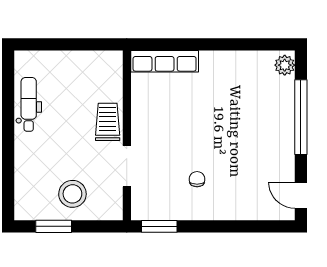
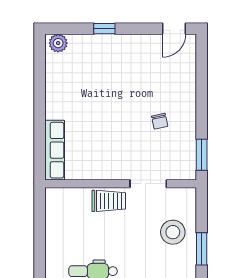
window: (301, 117) -> (104, 29), width x0.32
trolley: (108, 122) -> (109, 201), turned 180
chair: (197, 179) -> (160, 121), turned -102

